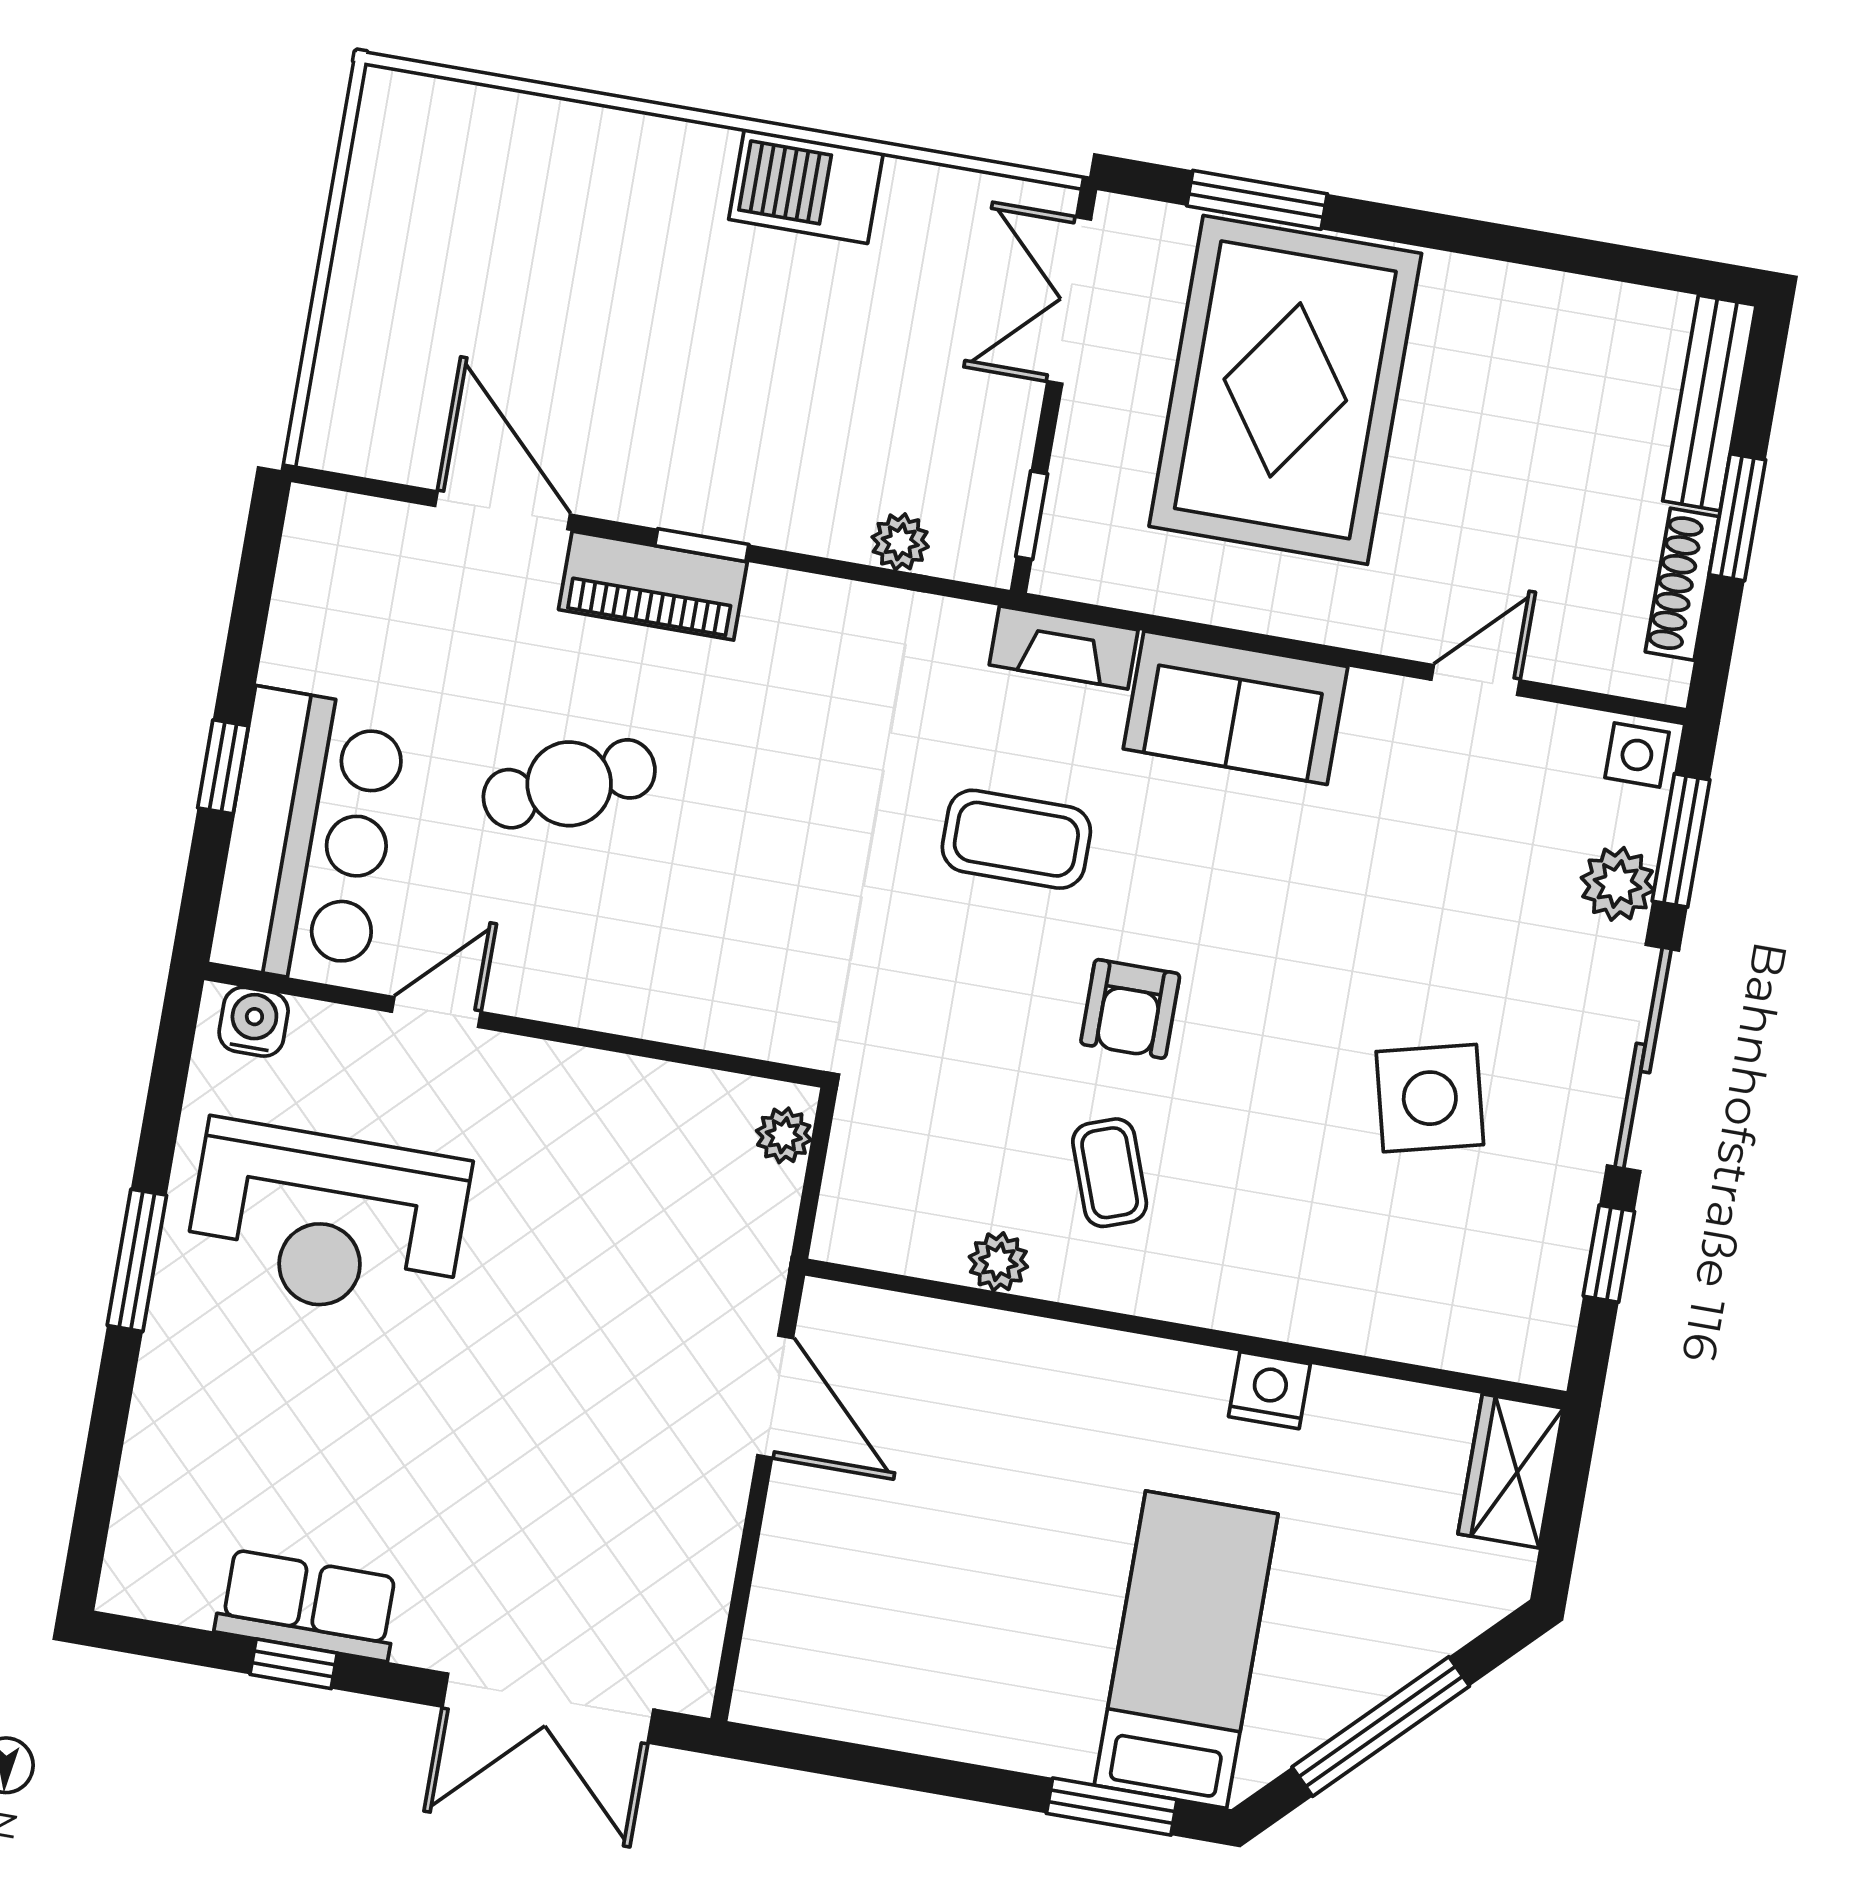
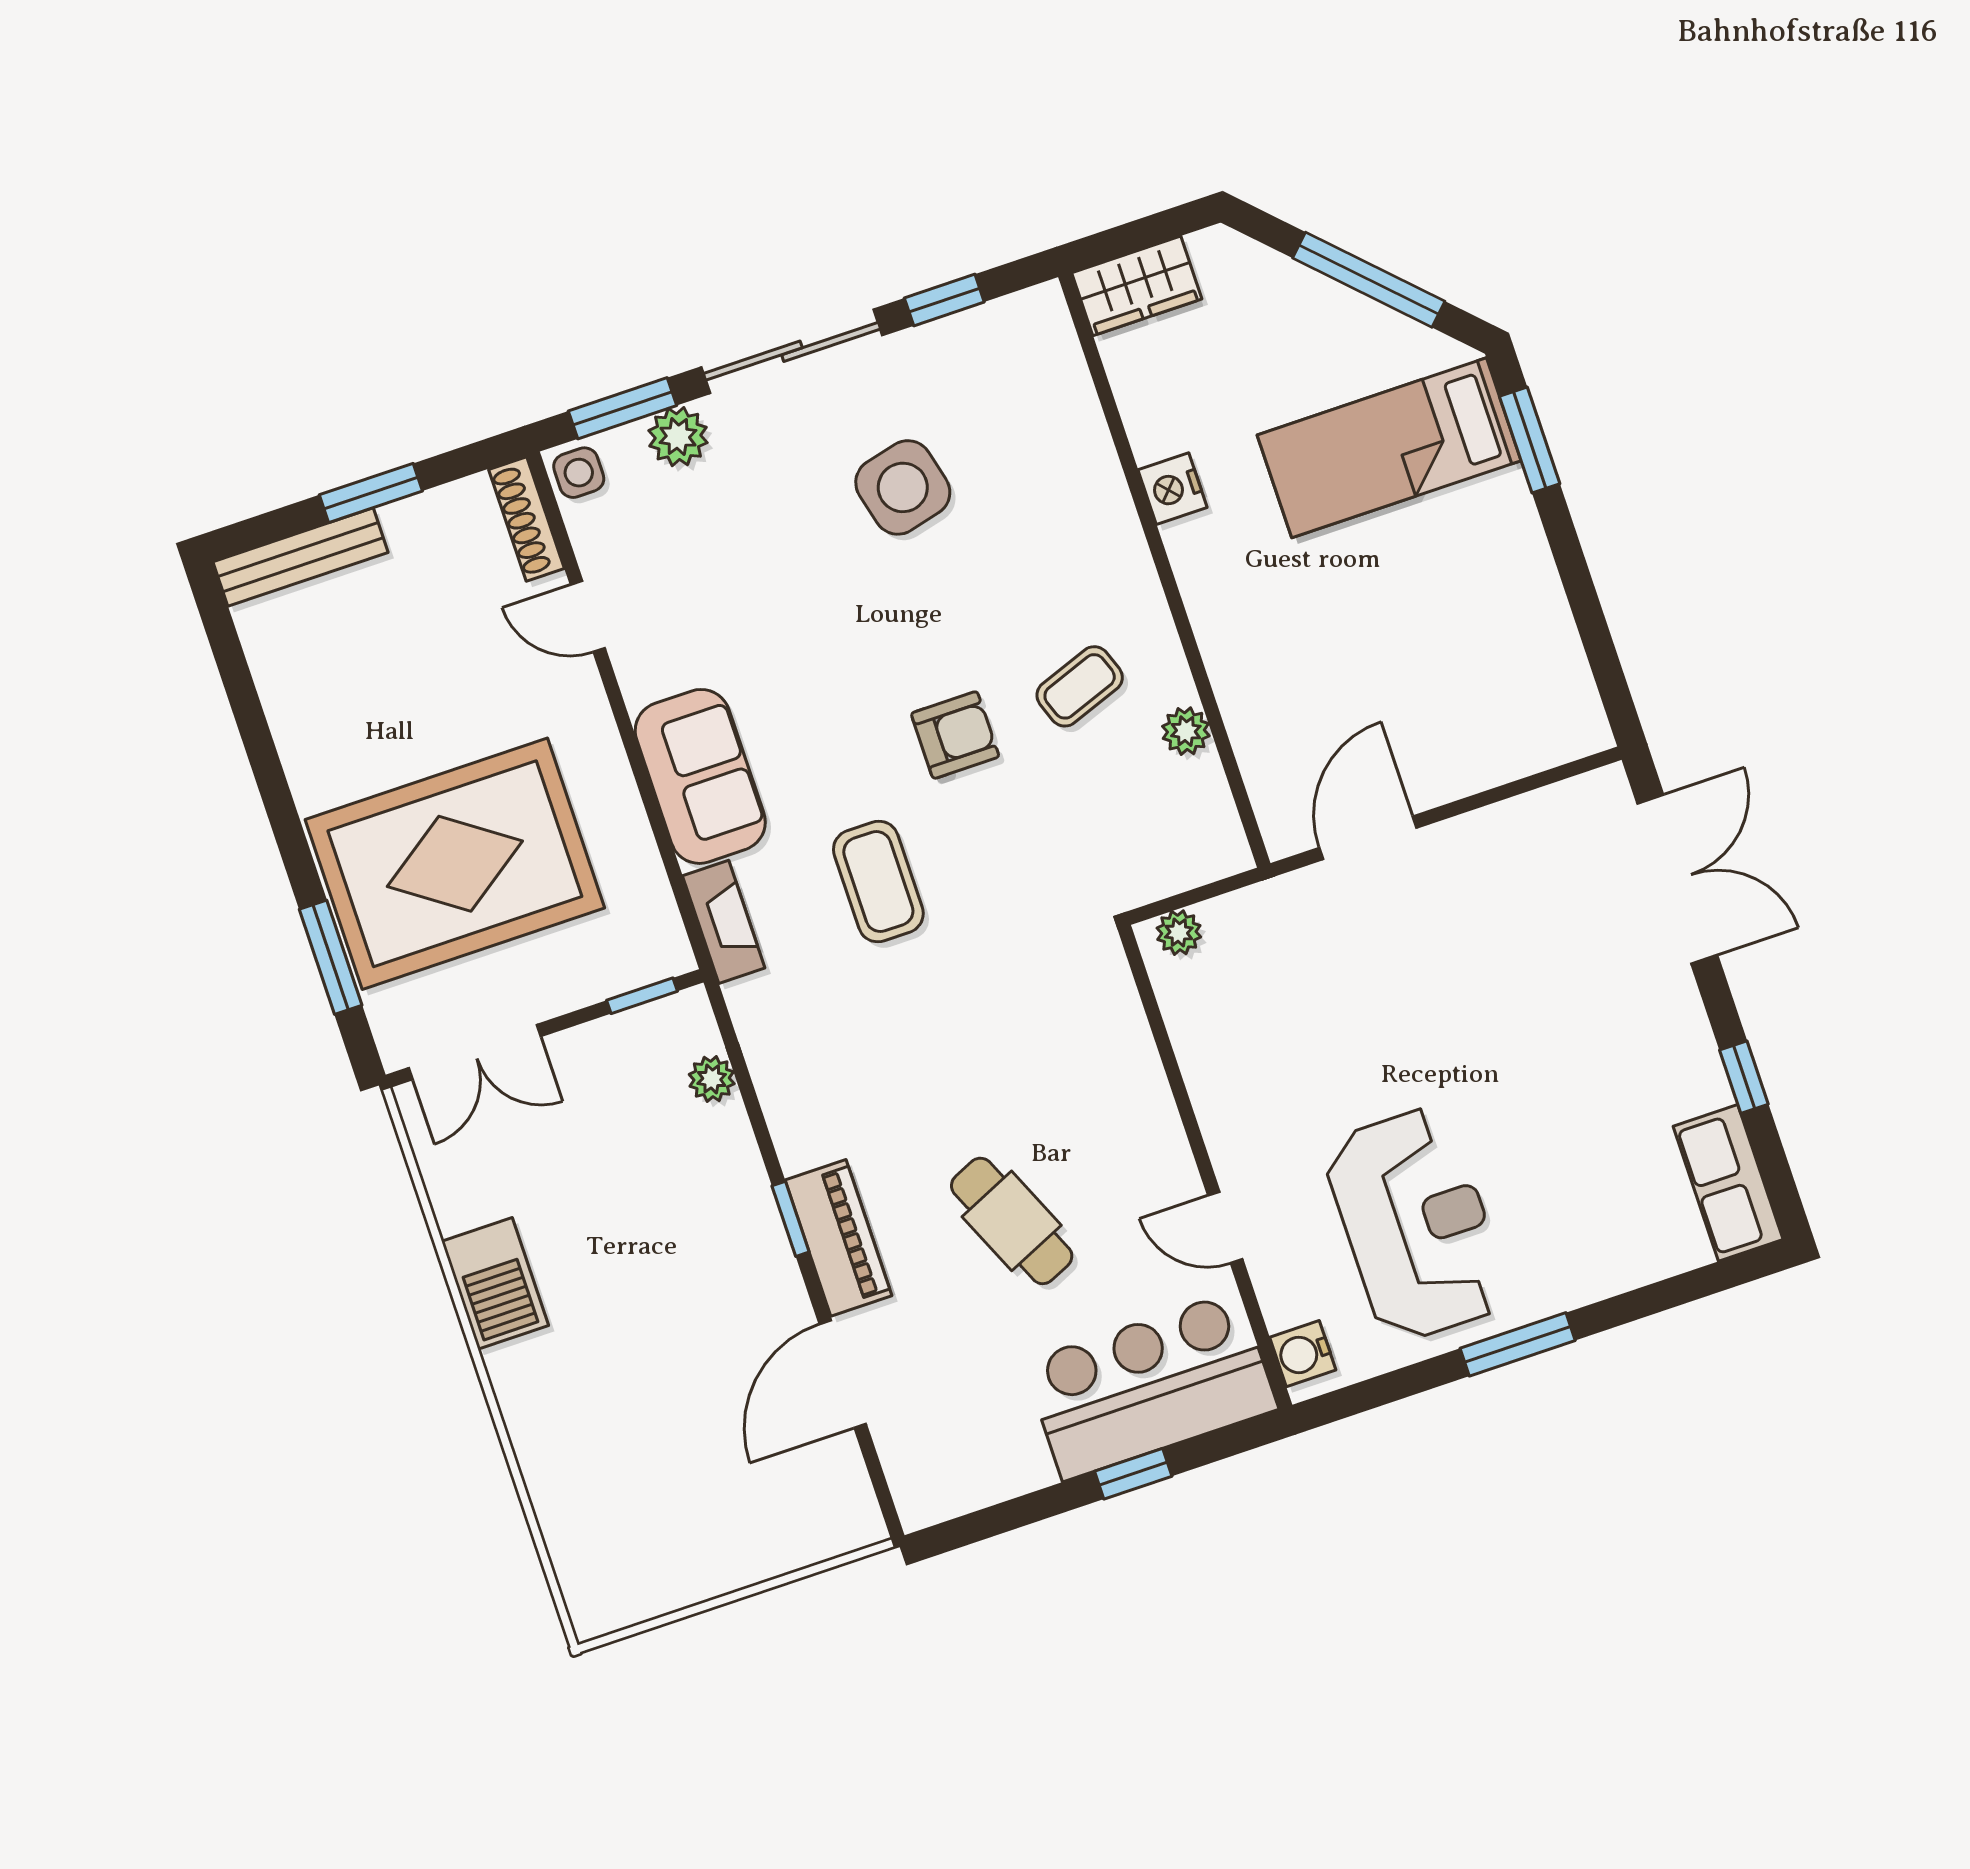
shoe rack: (1682, 584) -> (526, 519), moved, turned 90
row of seats: (308, 1605) -> (1728, 1183), moved

